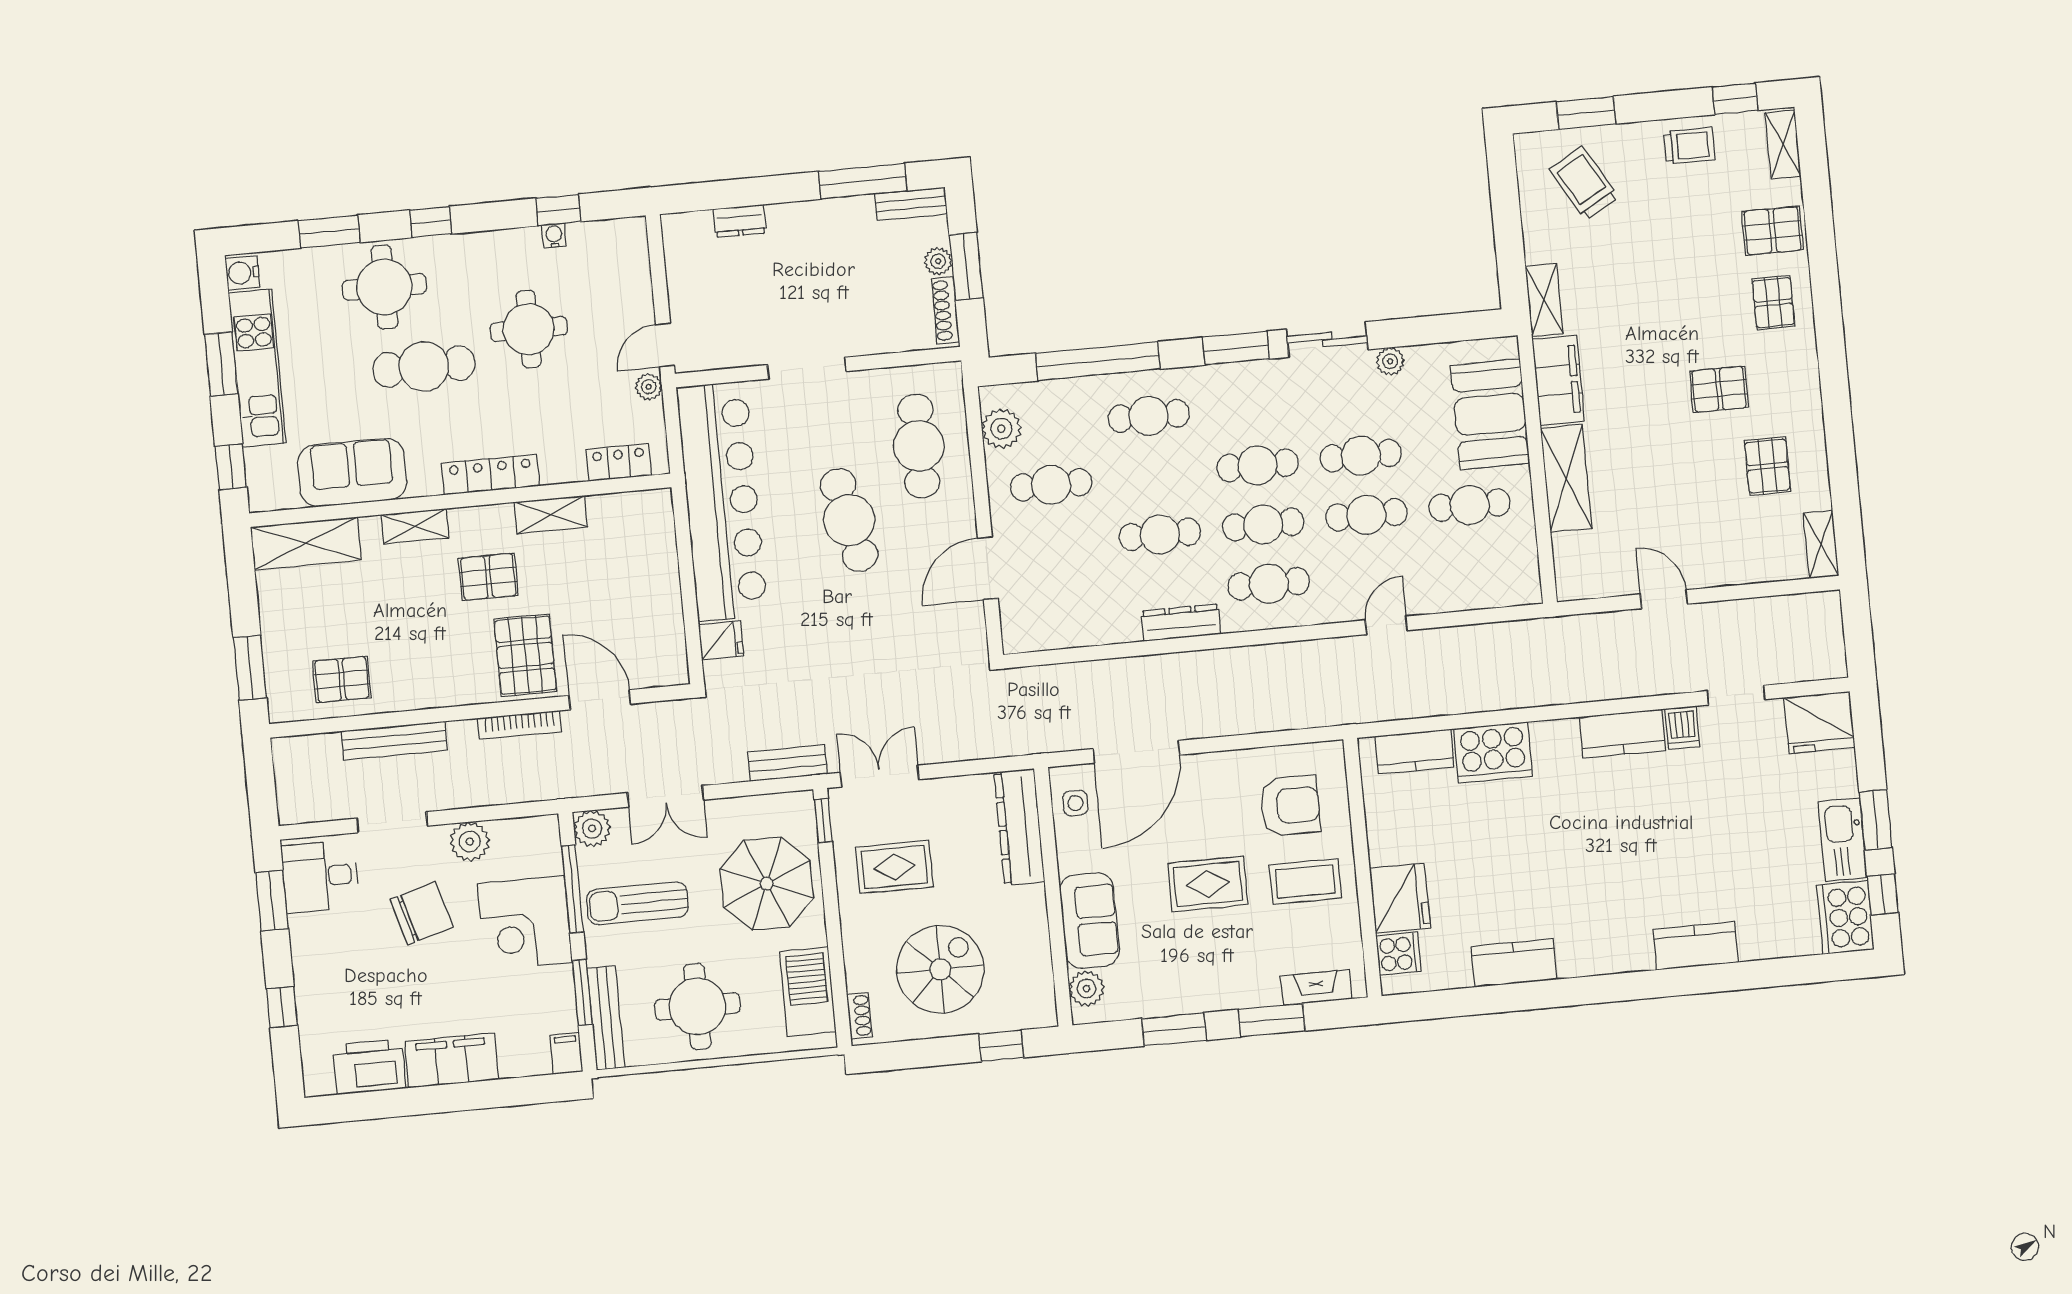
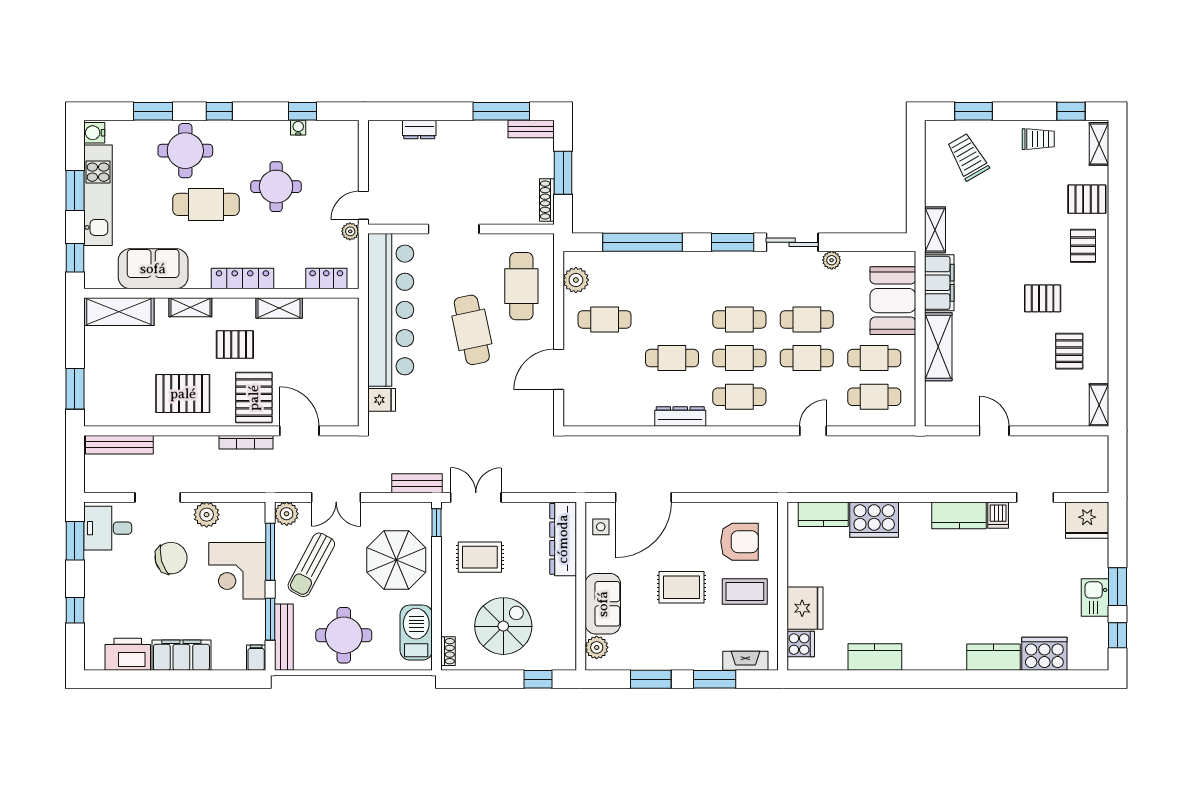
plant: (938, 261) -> (545, 168), removed
cafe table: (1149, 416) -> (874, 397), moved
pallet: (342, 679) -> (183, 394), moved, width x1.50, depth x1.42
bench: (394, 741) -> (119, 445), moved
kitchen sink: (1843, 840) -> (1095, 597), width x0.73
sun lounger: (637, 903) -> (311, 565), turned -62
cooker: (1845, 917) -> (1044, 654), moved, turned 90

